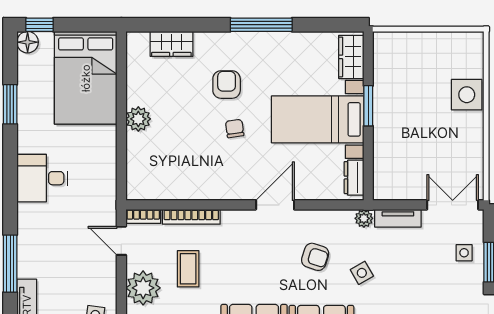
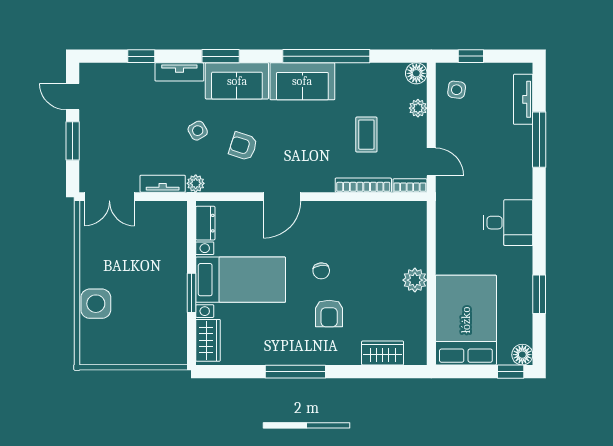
side table: (464, 253) -> (98, 150), removed
plant: (143, 288) -> (418, 108), width x0.53, depth x0.53

